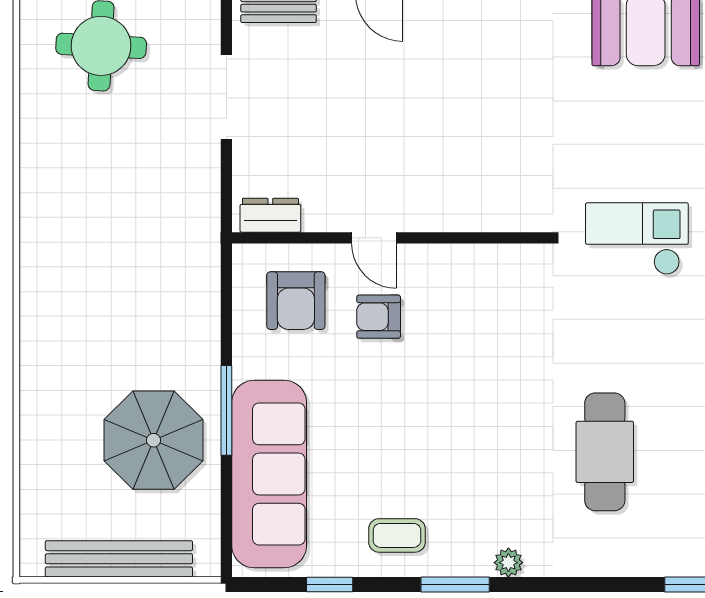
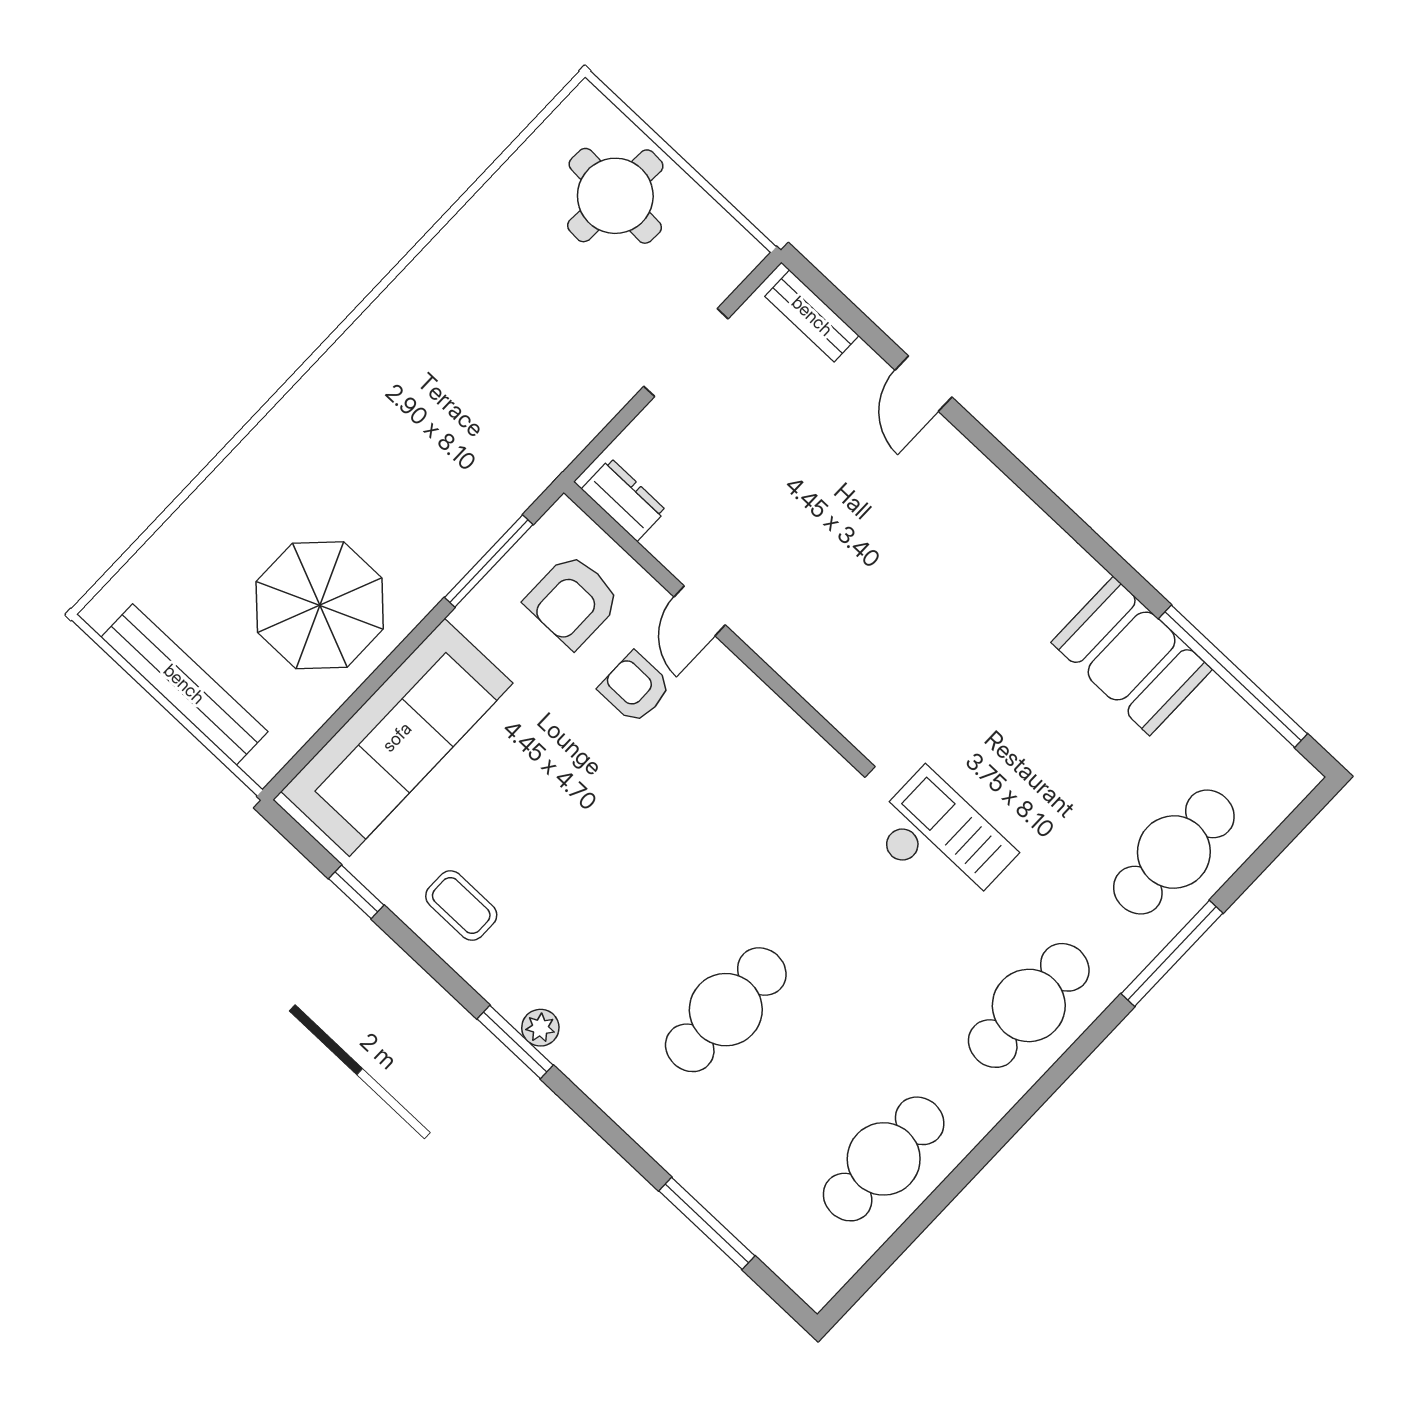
window: (226, 410) -> (489, 561), moved
window: (455, 584) -> (515, 1042), moved

